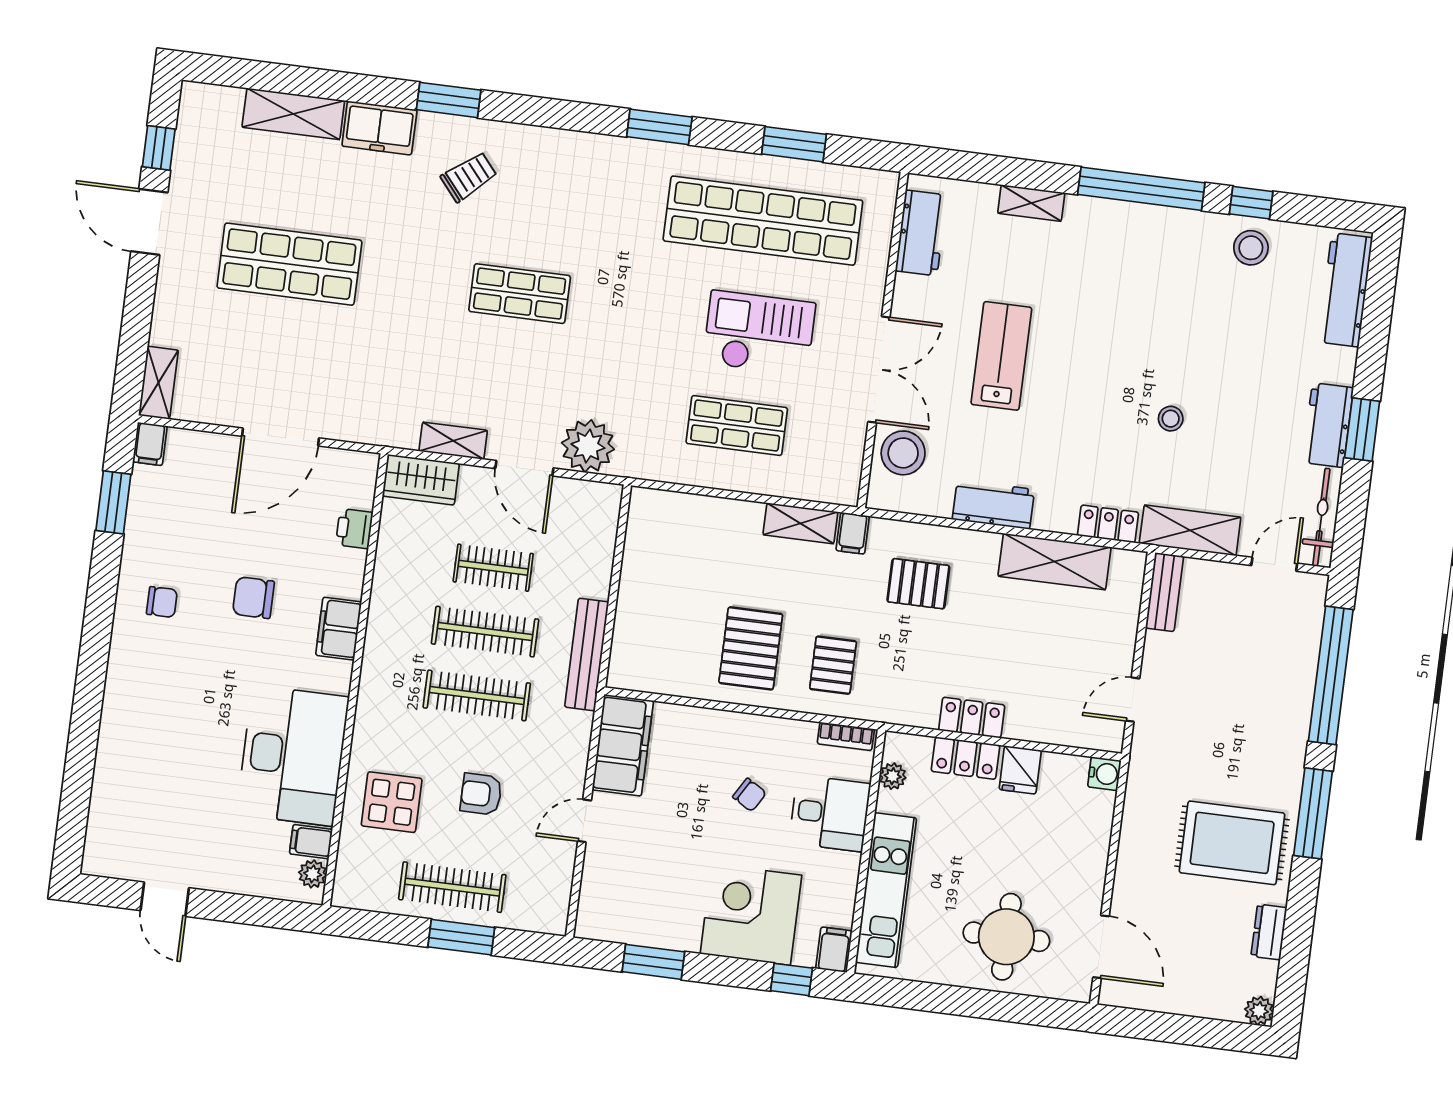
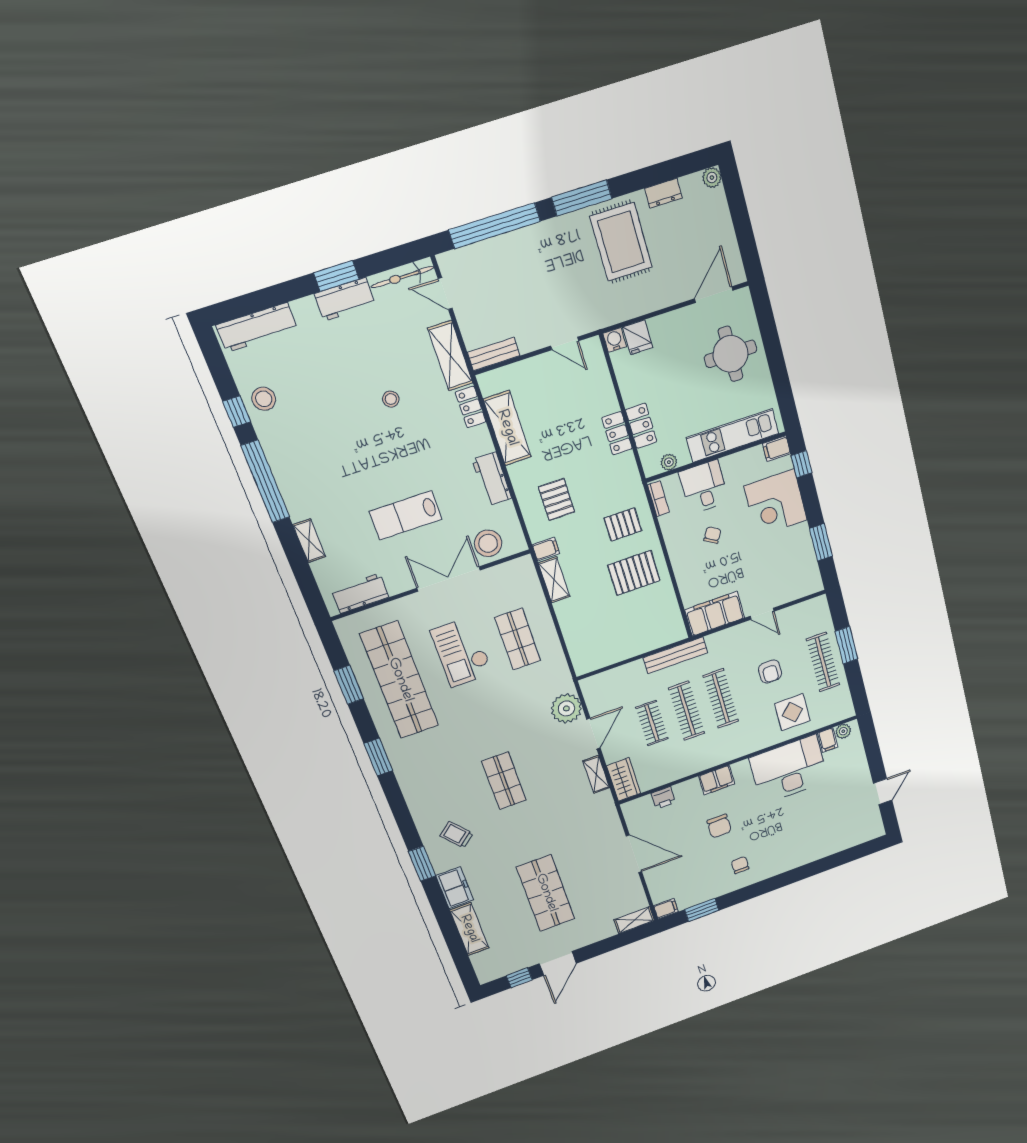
fridge: (1020, 770) -> (638, 337), moved, turned 90

